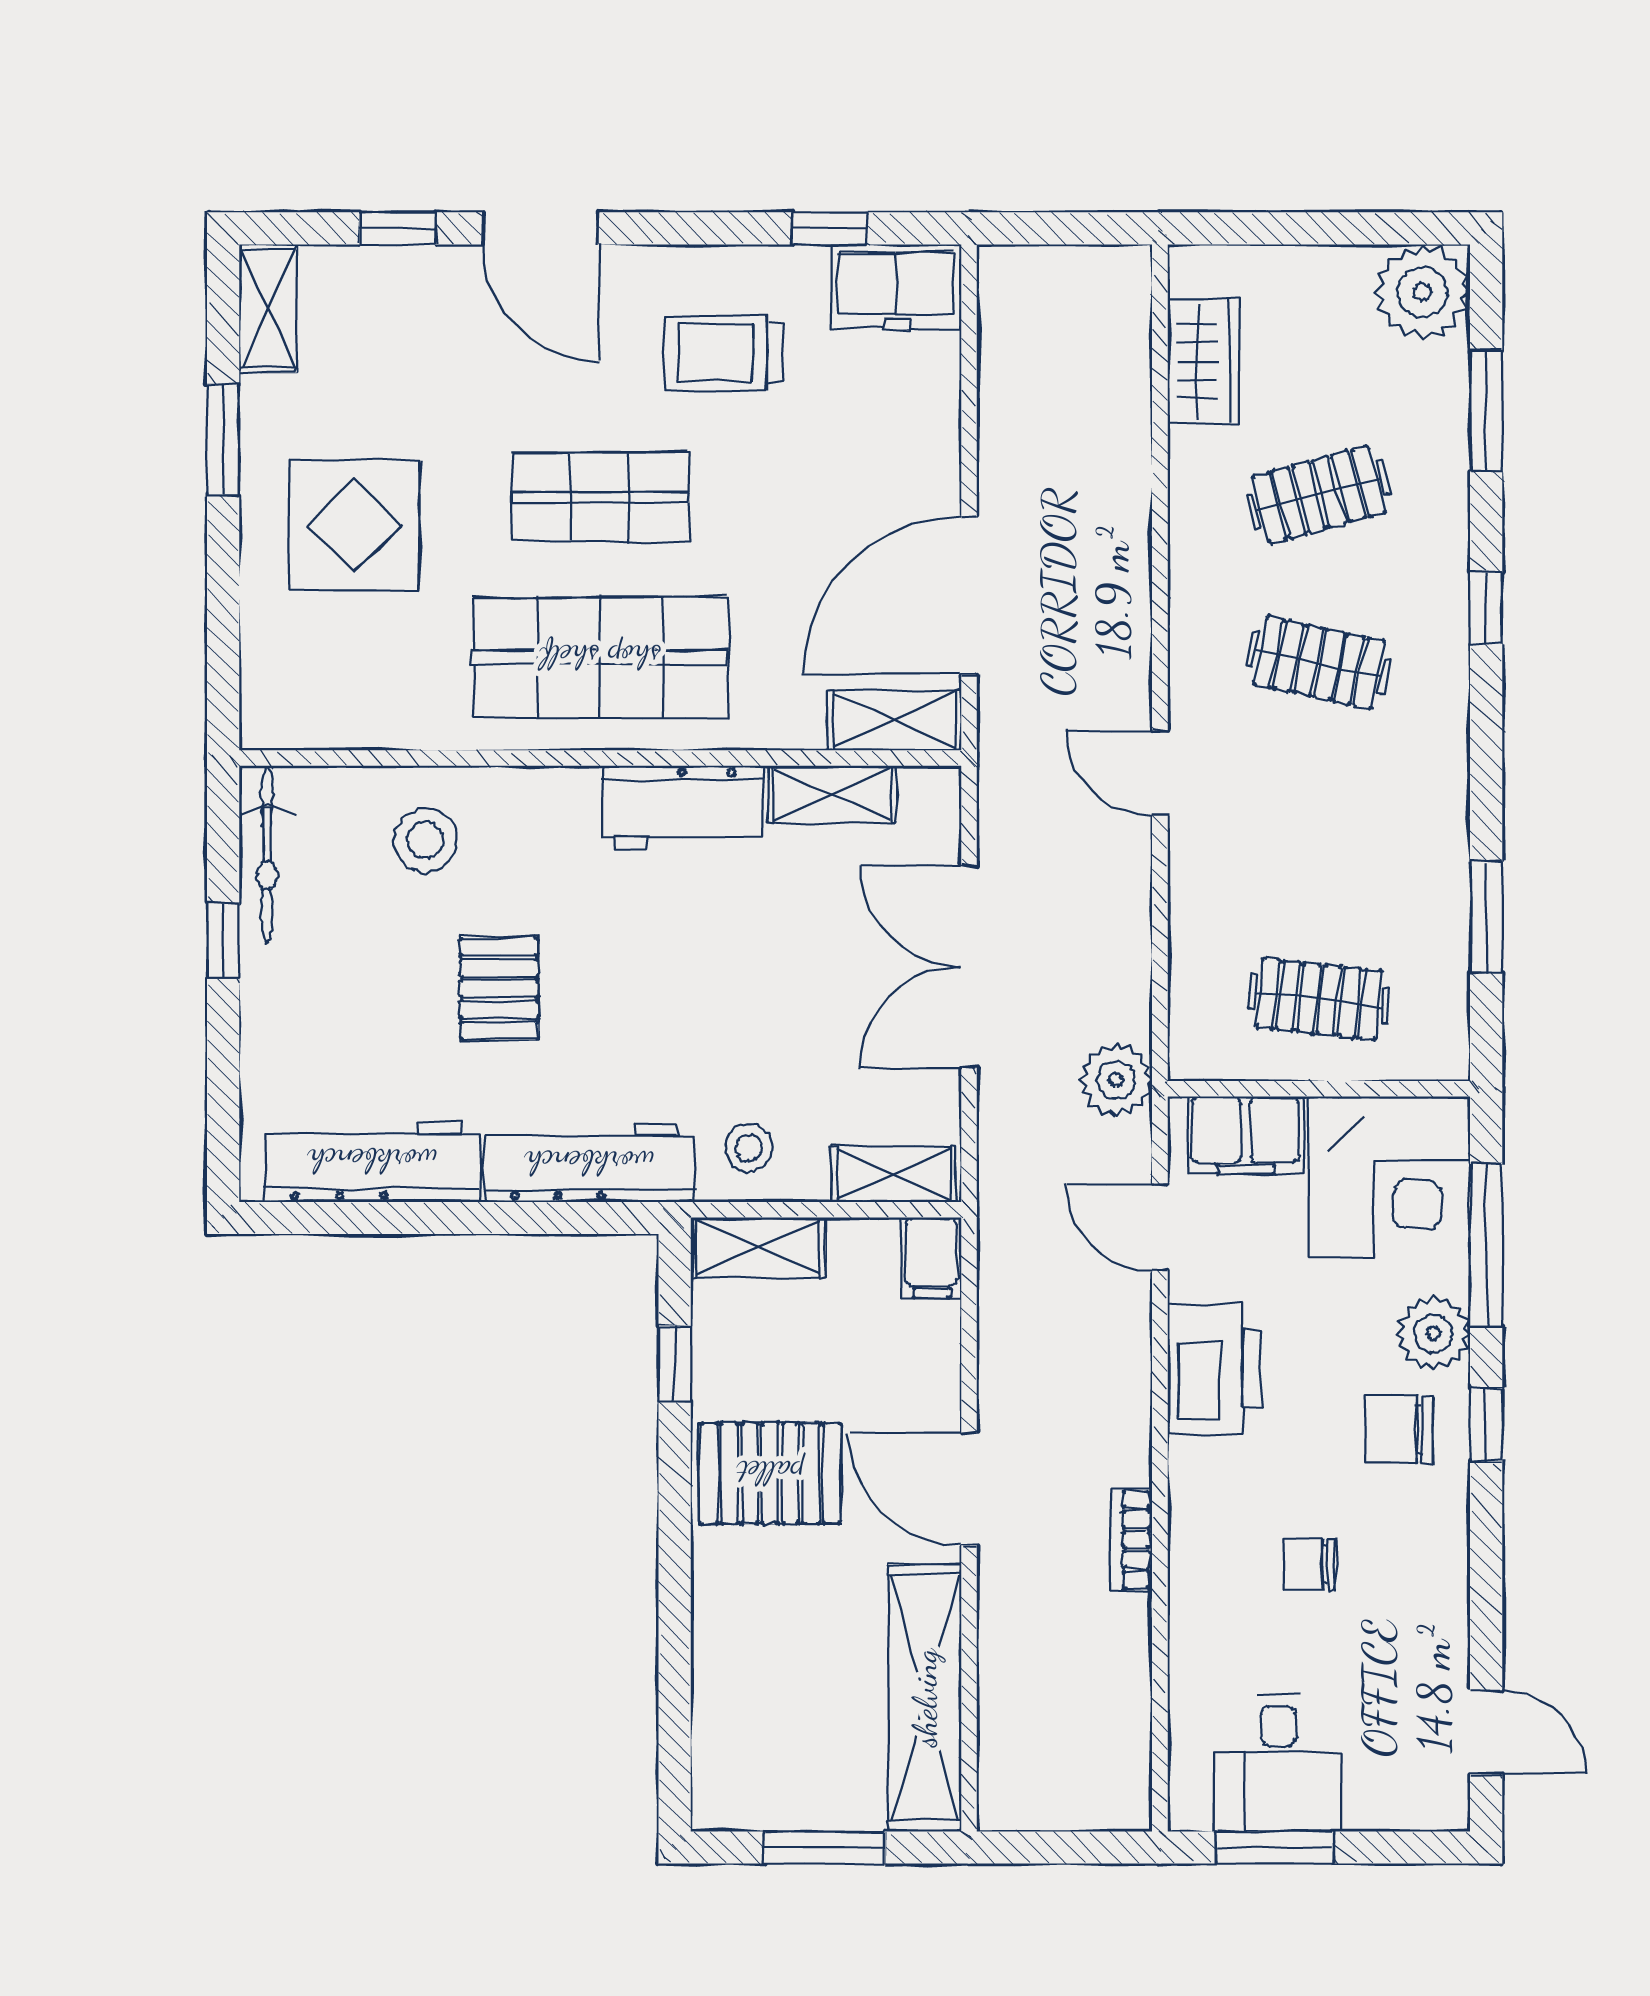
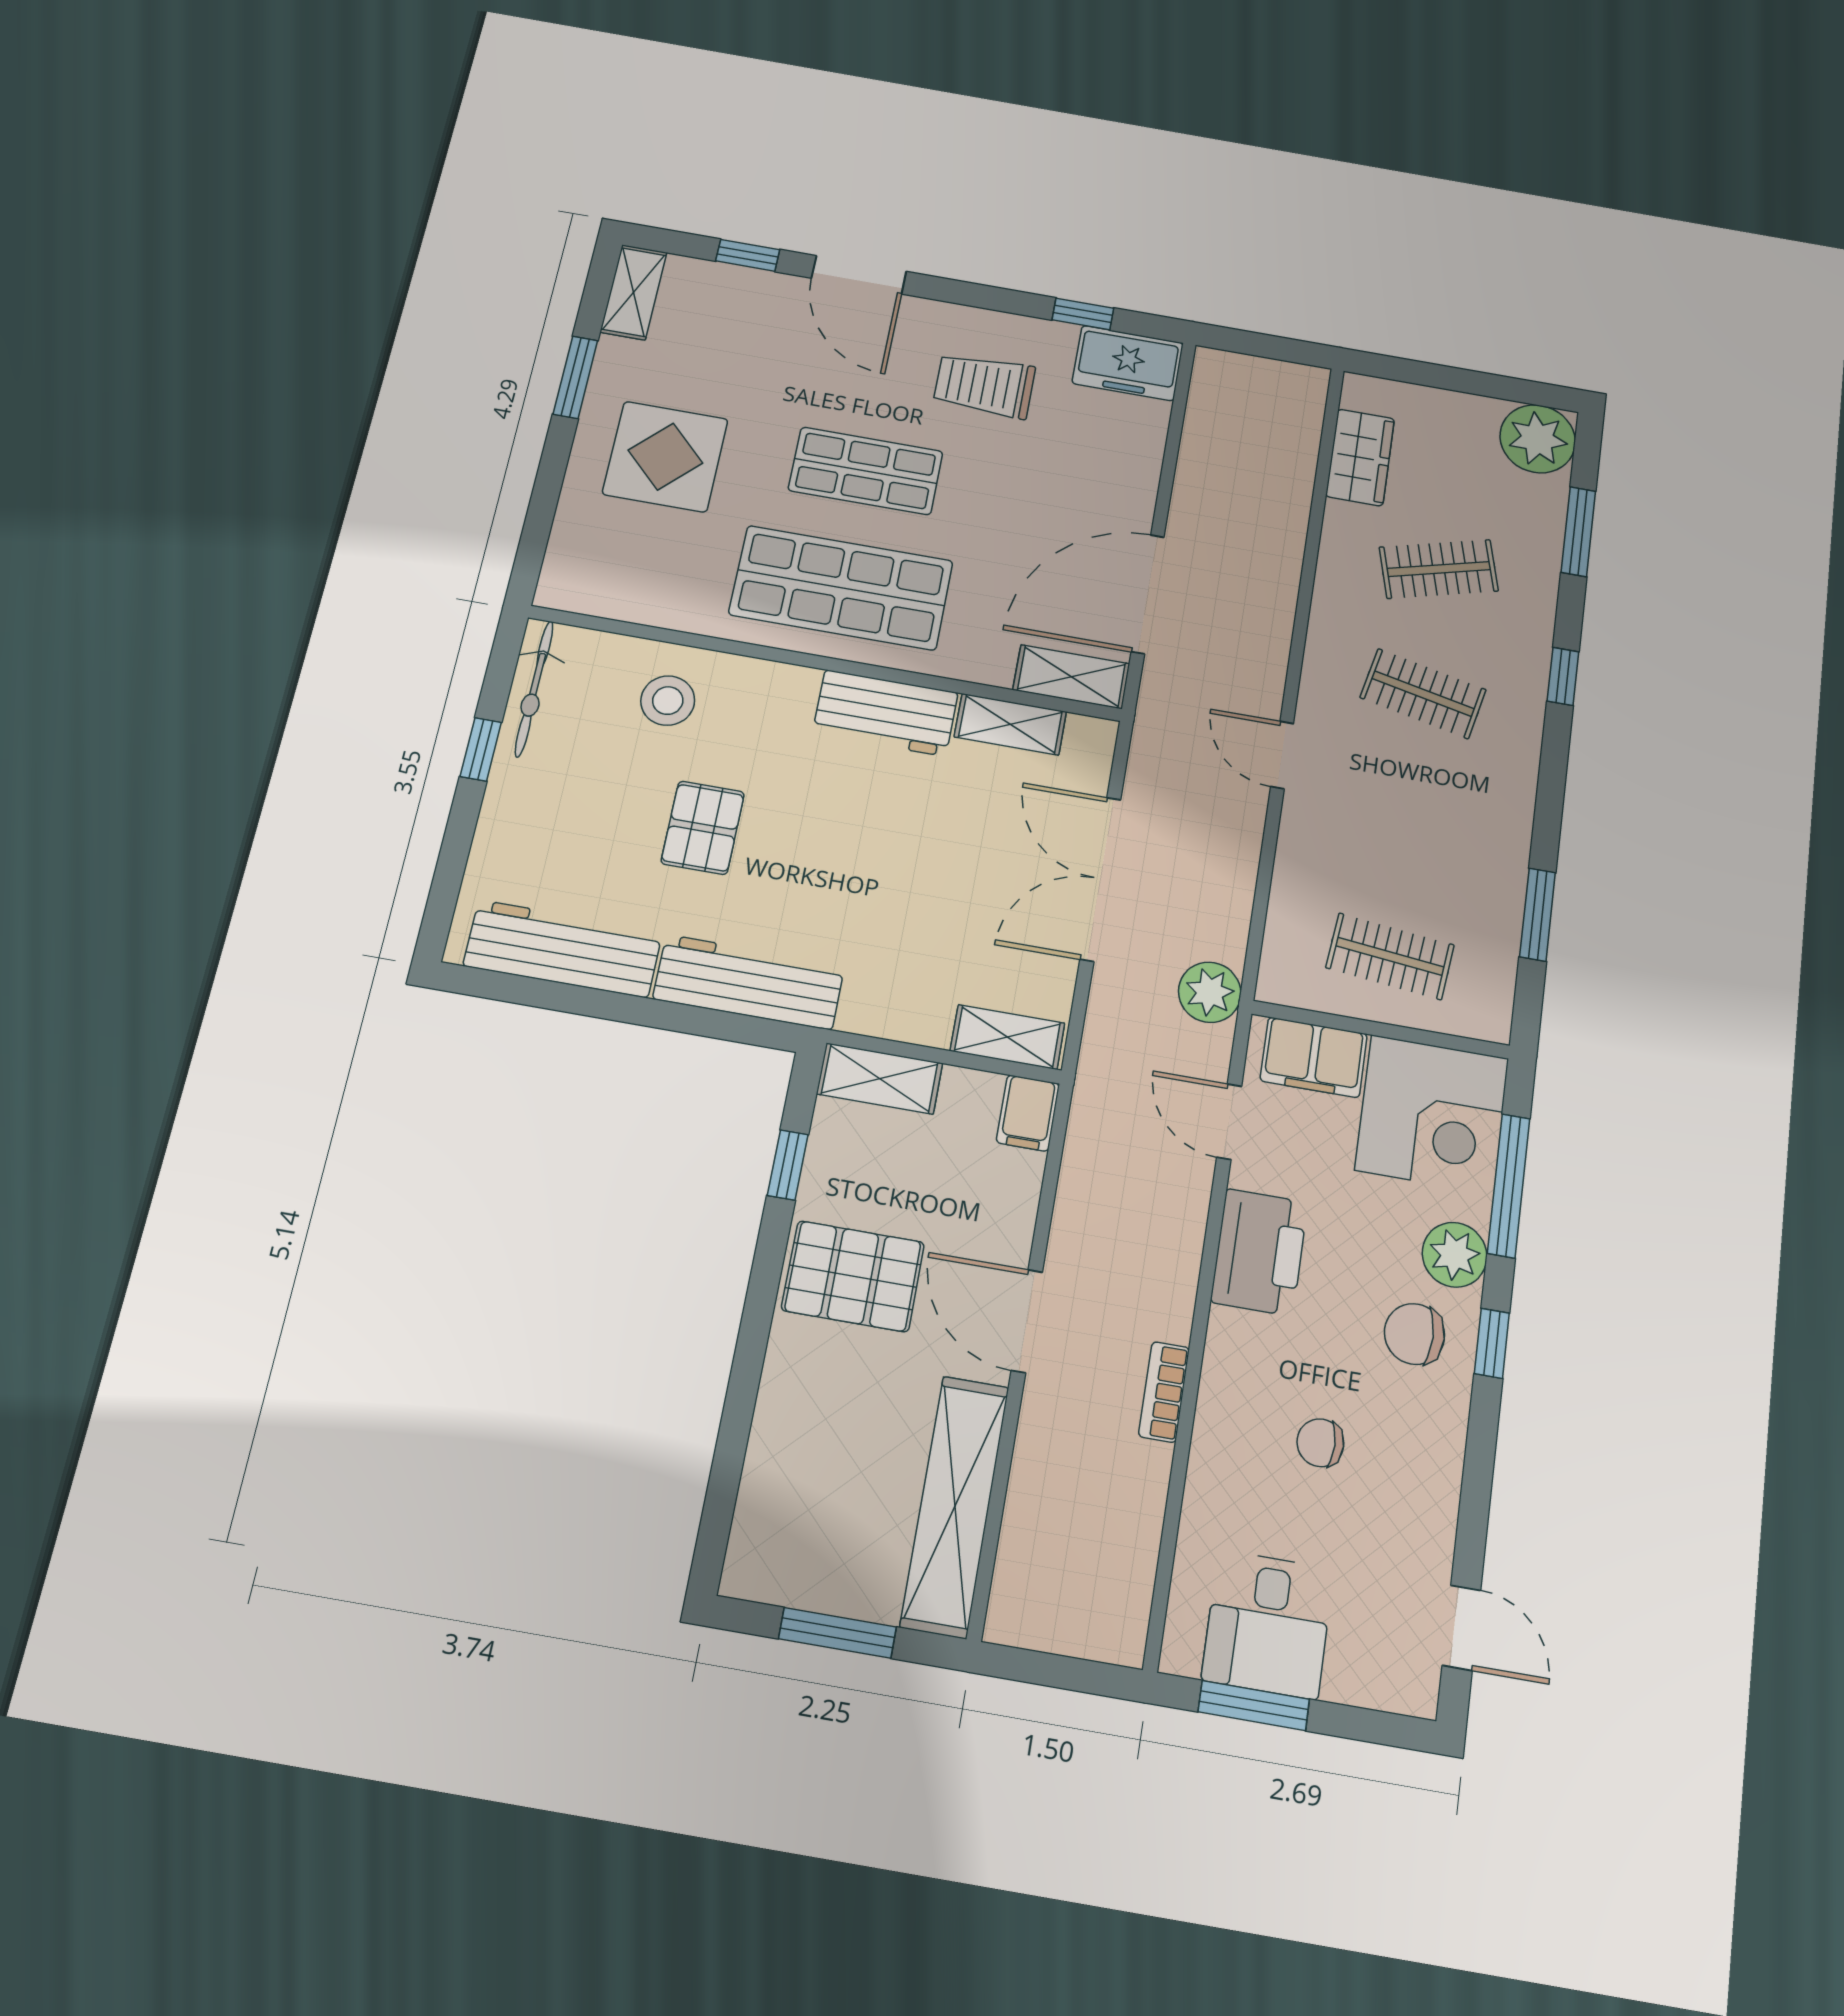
stool: (749, 1148) -> (888, 994), removed

